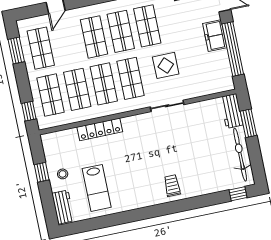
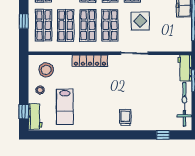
window: (29, 111) -> (24, 21), moved
locker: (100, 129) -> (90, 61), moved
stool: (65, 148) -> (46, 70), added
window: (42, 172) -> (24, 112), moved
window: (238, 194) -> (163, 135), moved

